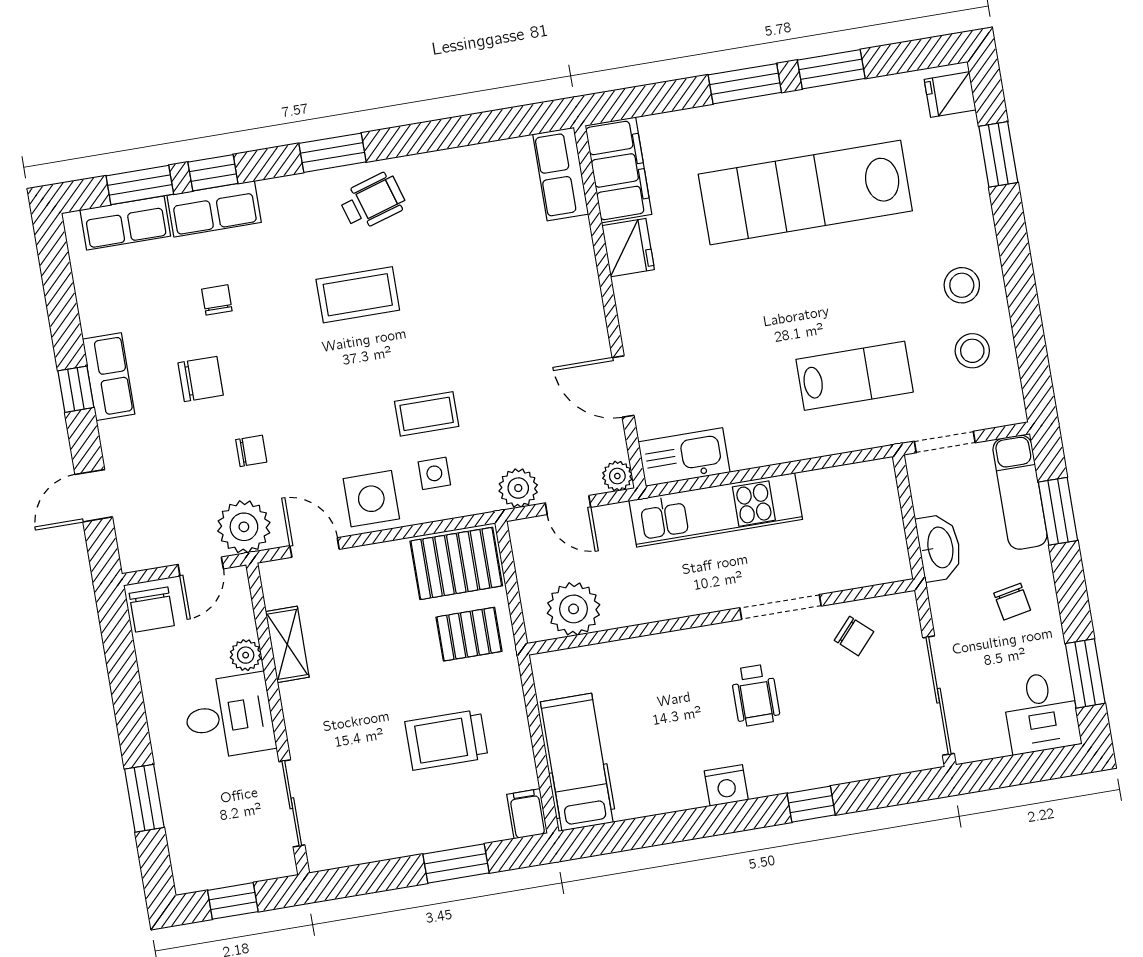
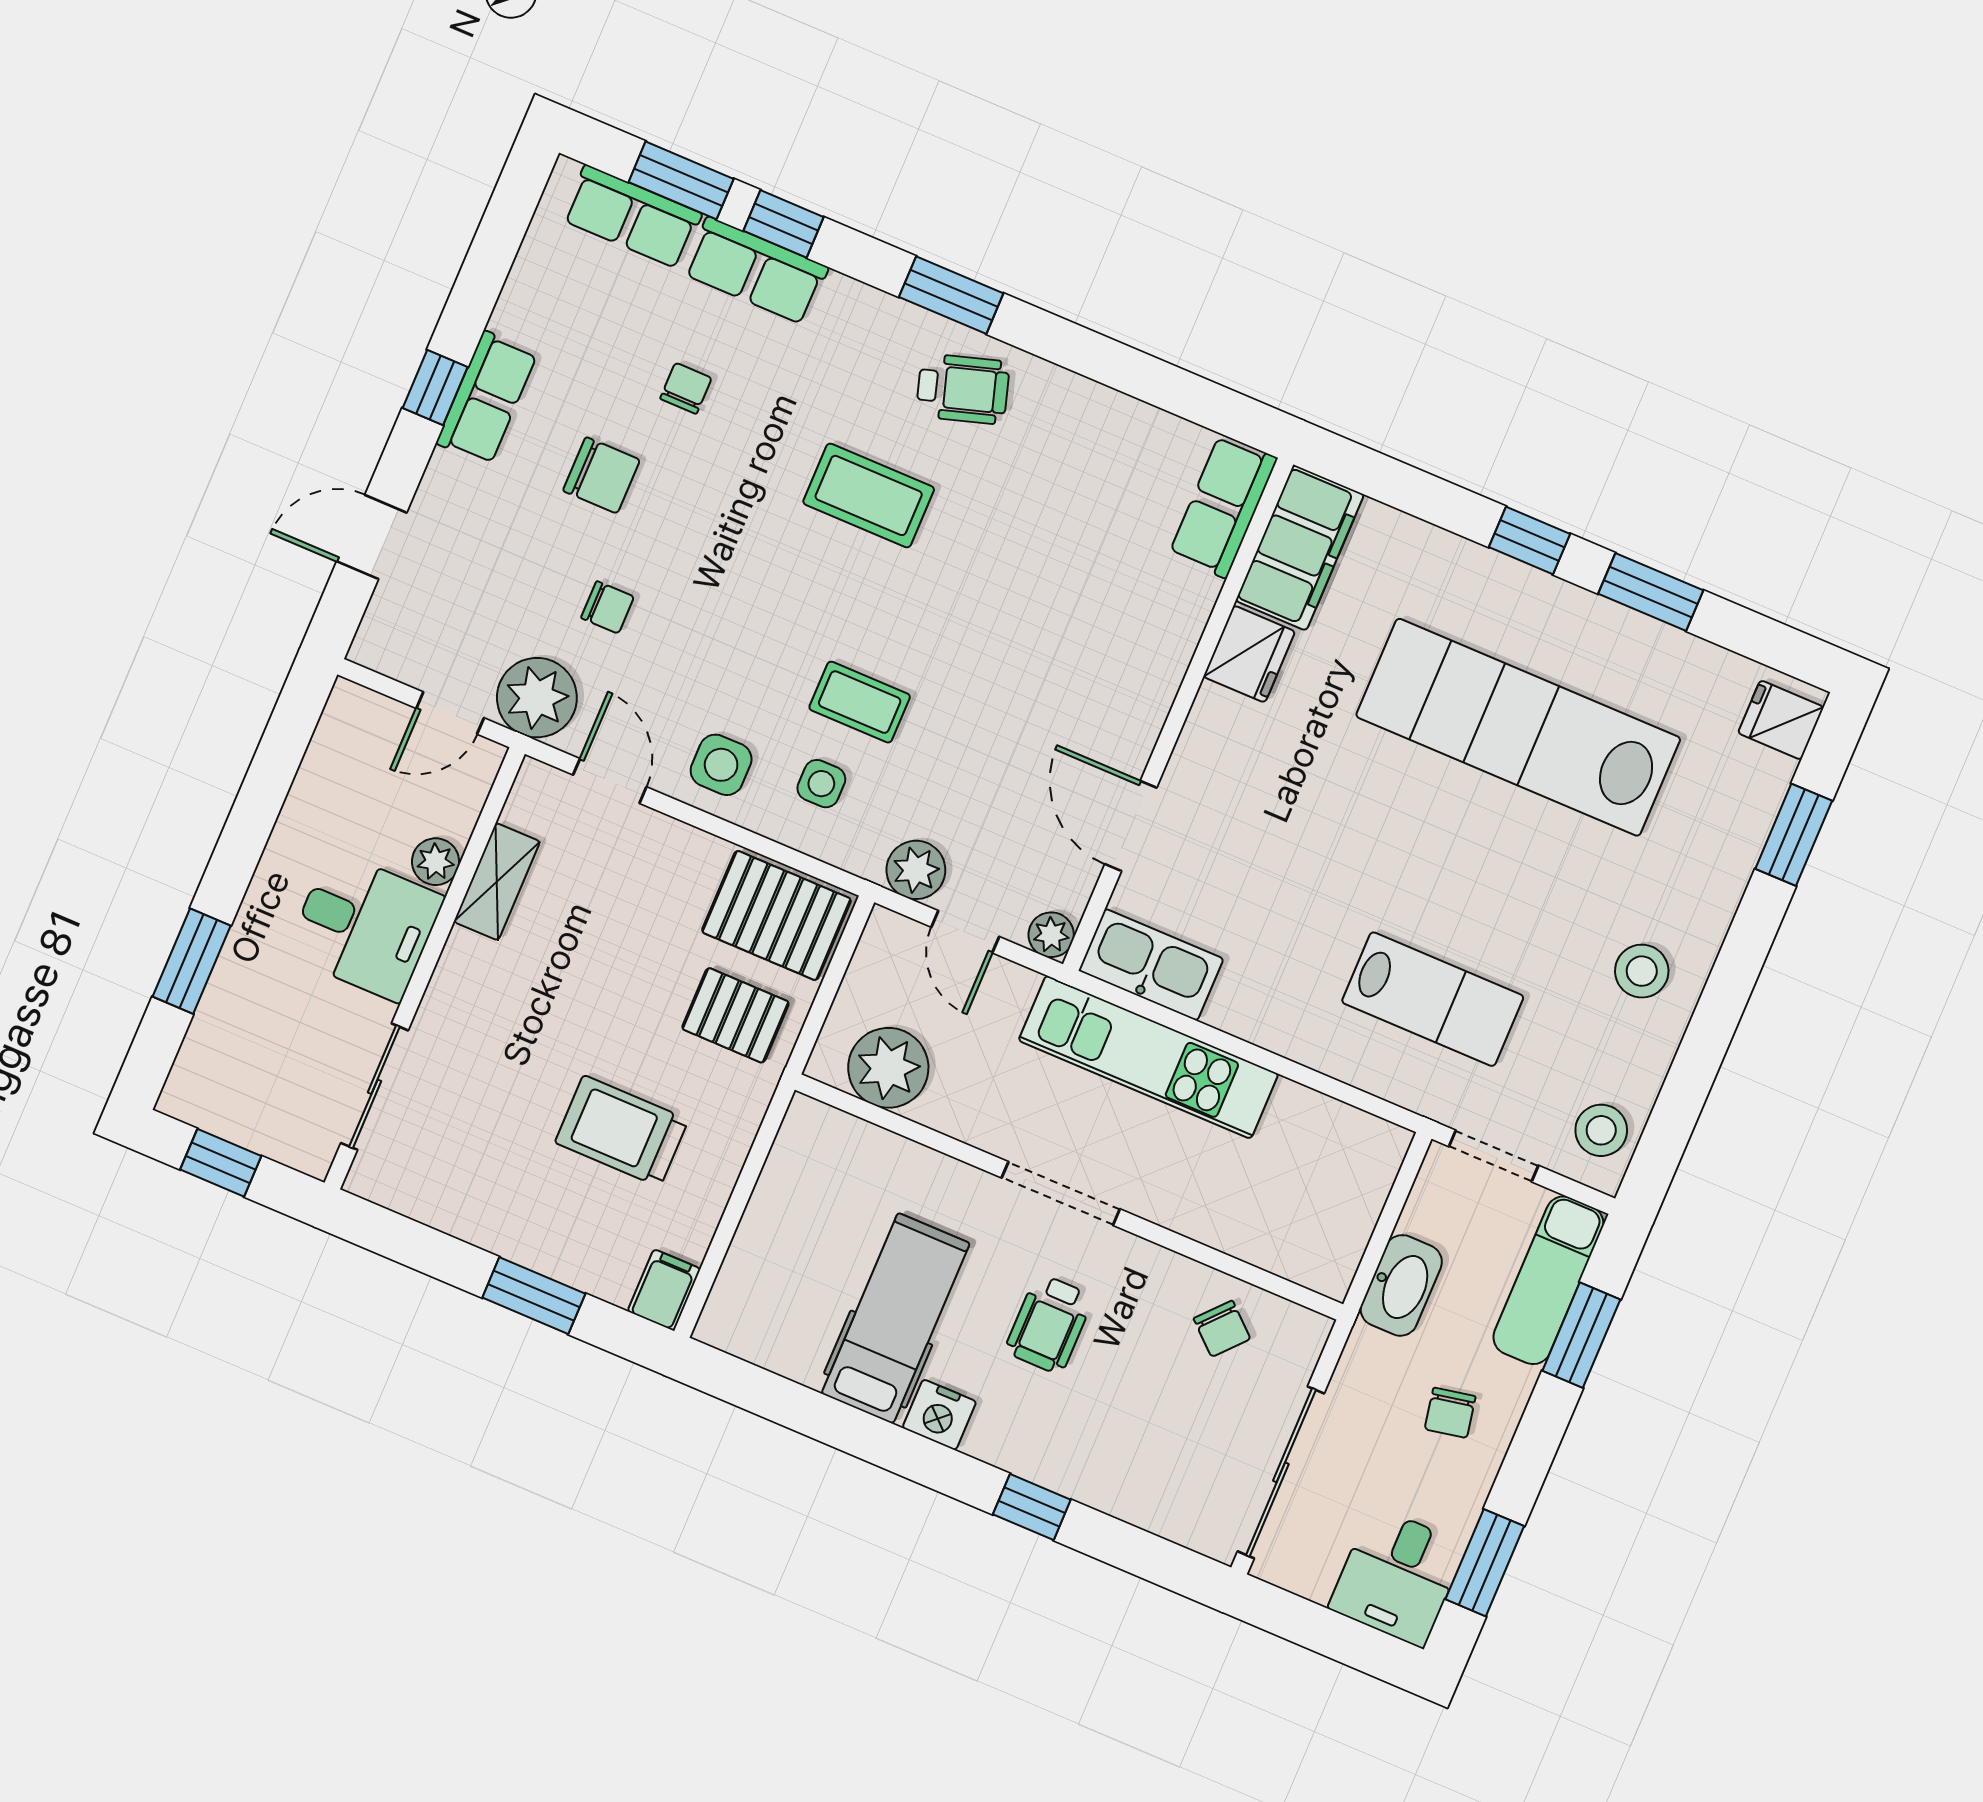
window: (745, 84) -> (1529, 541), width x0.67
stool: (972, 351) -> (1601, 1130), moved
side table: (371, 499) -> (721, 765), width x0.73, depth x0.73
doorway: (780, 607) -> (1061, 1193), moved
chair: (152, 609) -> (353, 728), removed
hospital bed: (577, 762) -> (896, 1318), moved

